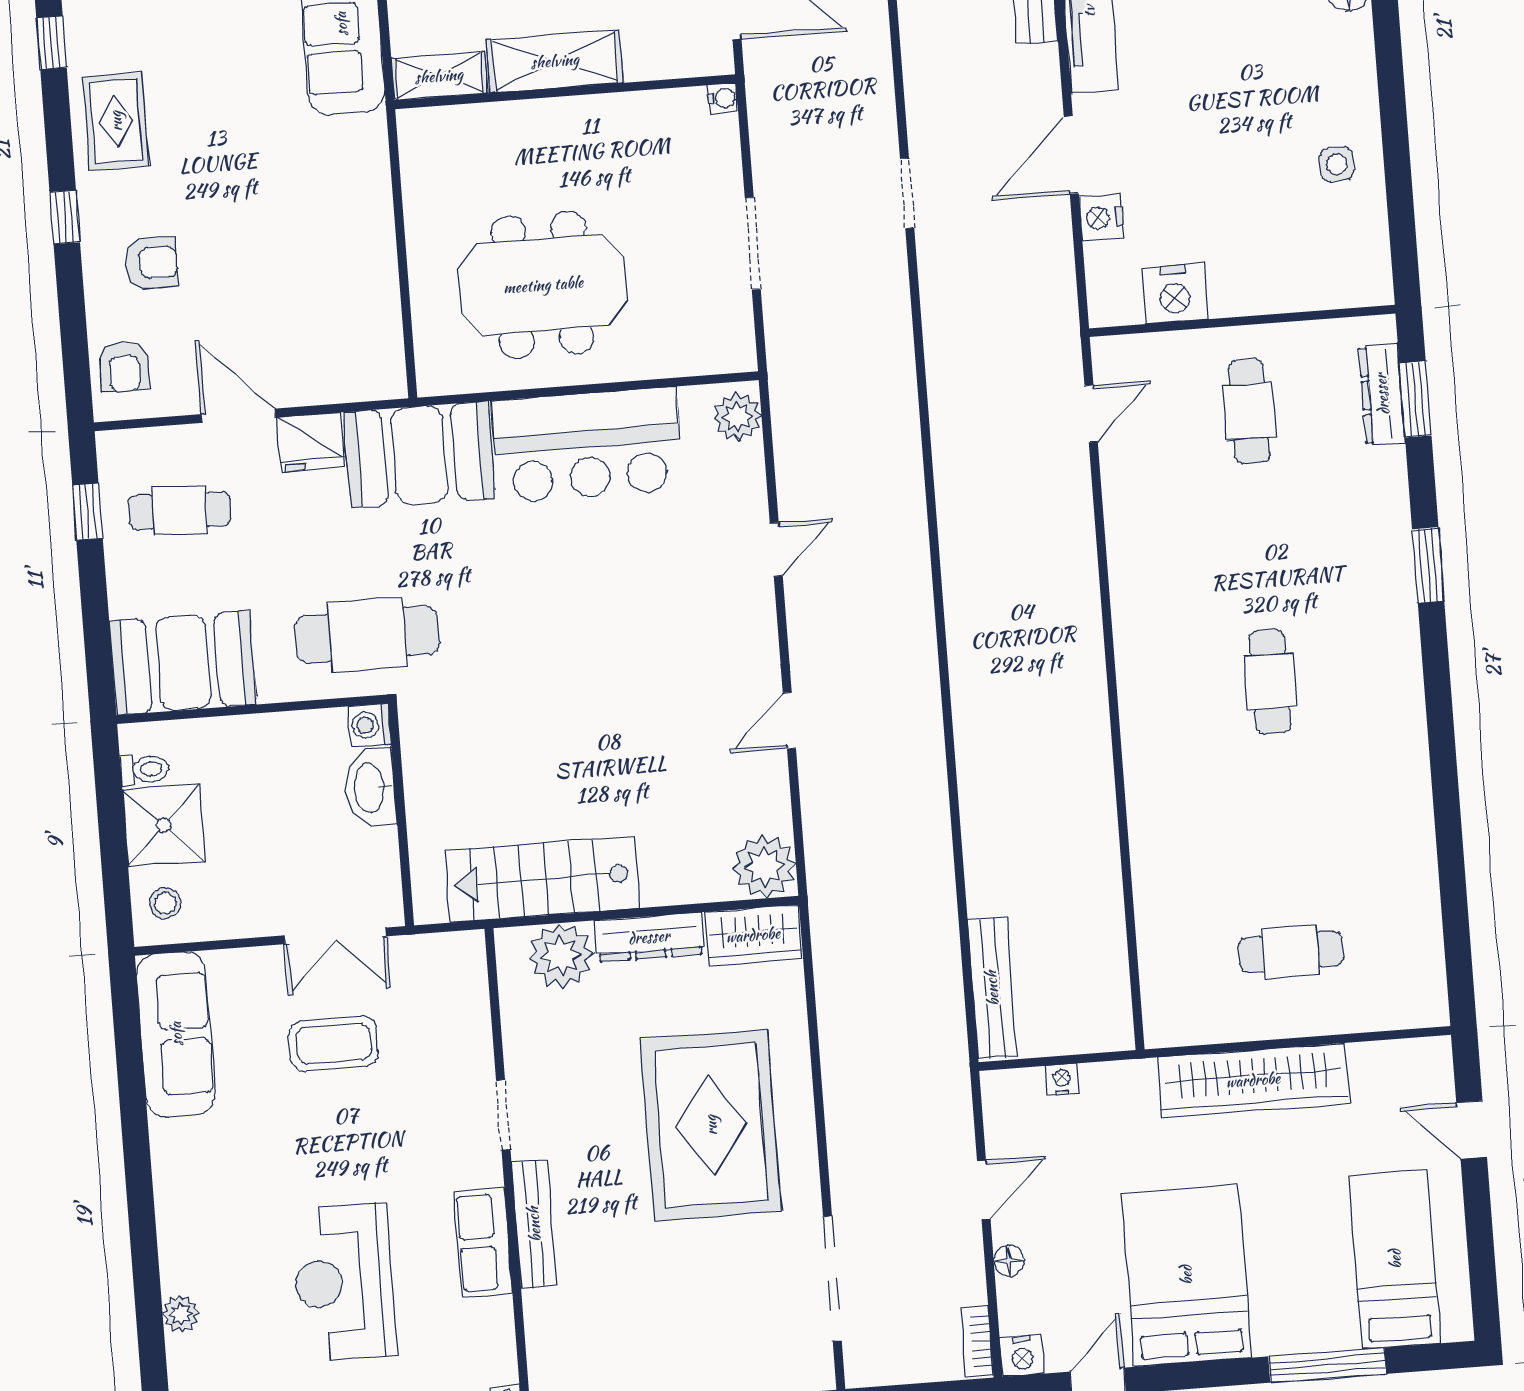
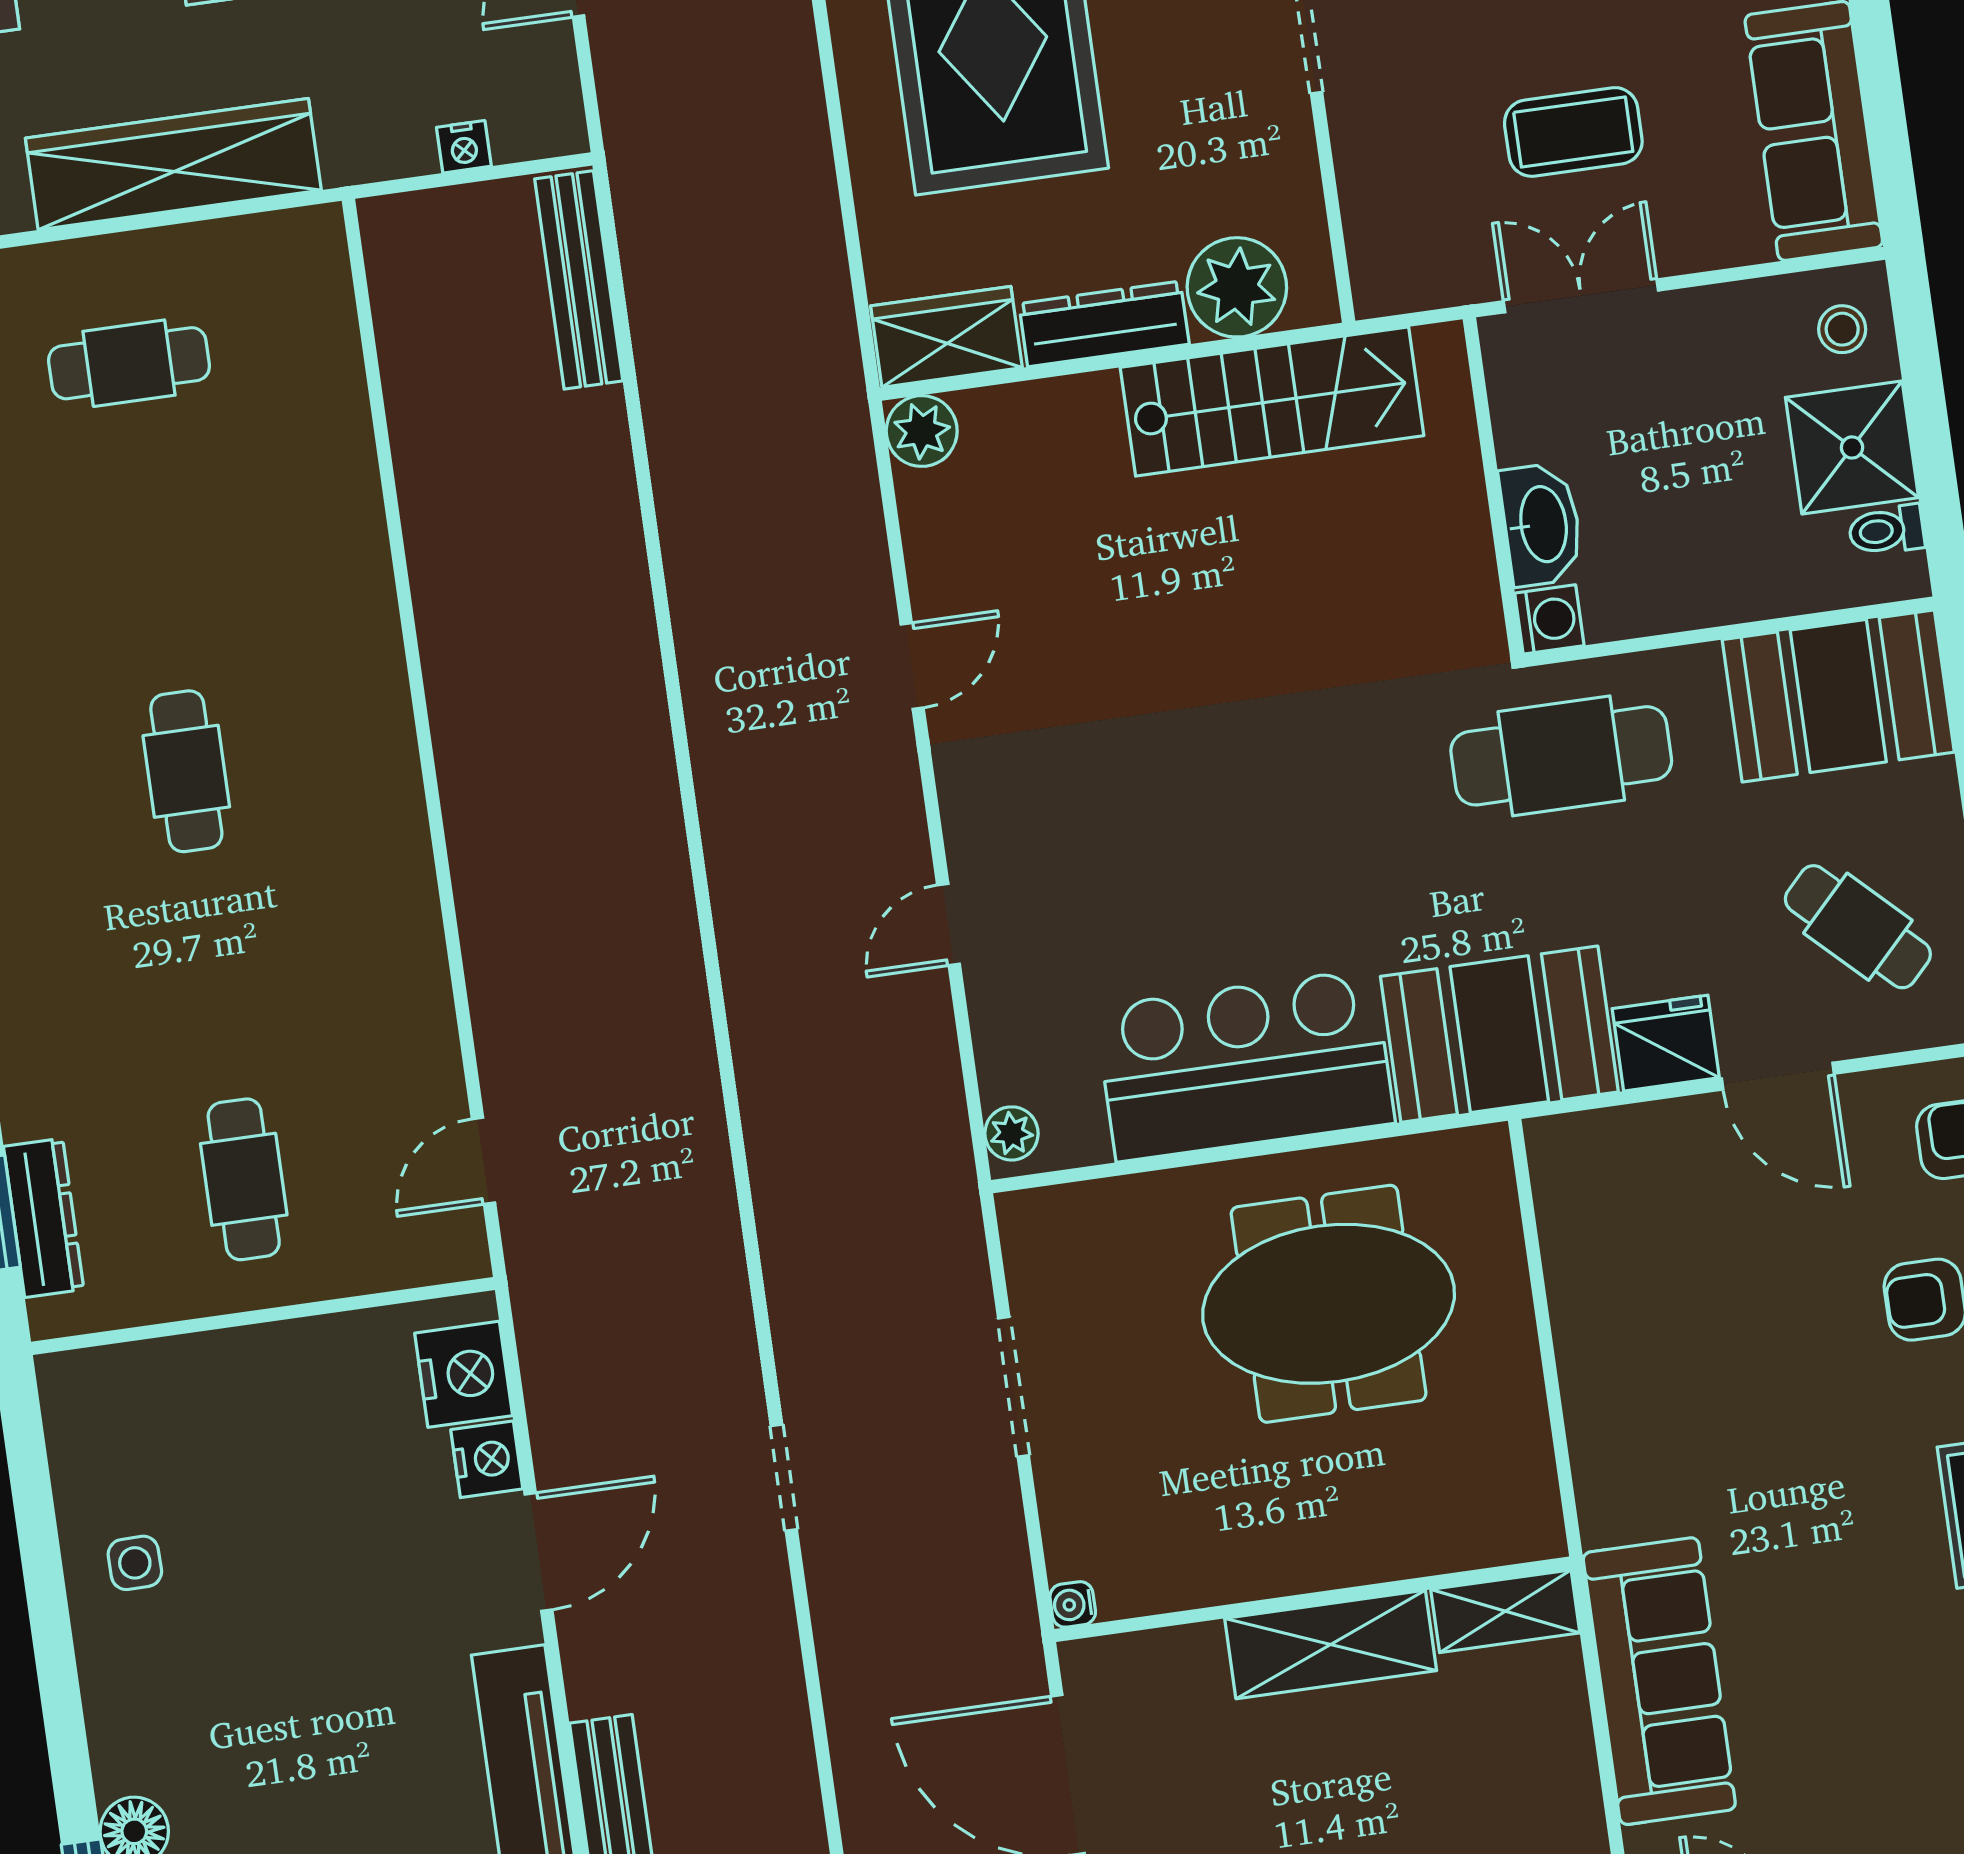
nightstand: (1175, 294) -> (464, 1374), moved, turned 90
plant: (737, 417) -> (1011, 1133), width x0.73, depth x0.73
cafe table: (180, 511) -> (1858, 927), turned 42
plant: (764, 867) -> (922, 431), width x0.73, depth x0.73

